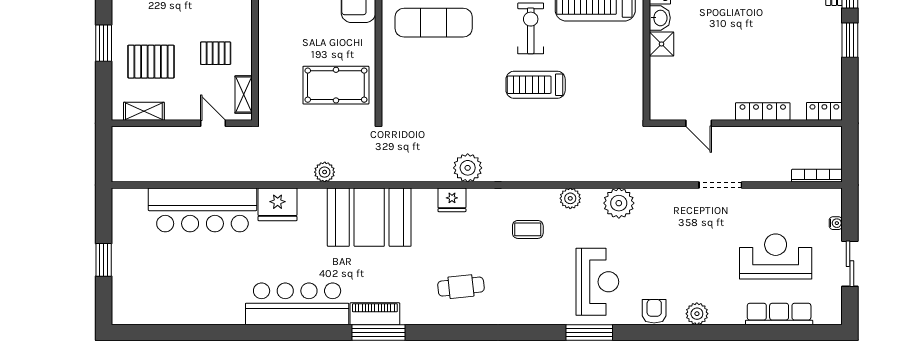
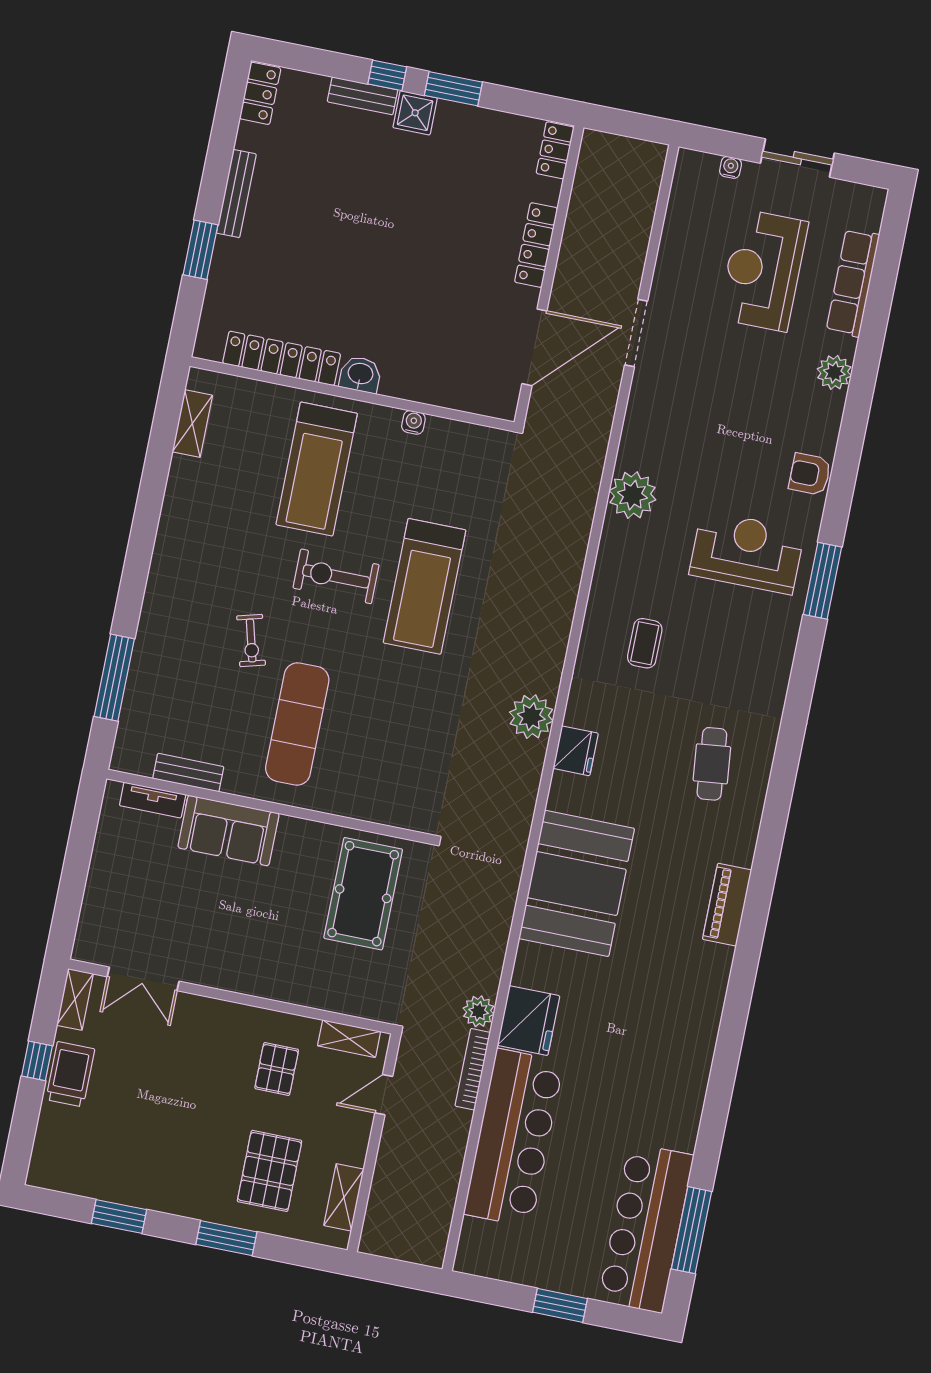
shower: (662, 44) -> (415, 113), moved
water cooler: (637, 57) -> (413, 422), added
treadmill: (536, 85) -> (424, 586), width x1.37, depth x1.38
door: (699, 123) -> (534, 347), width x1.88
plant: (325, 172) -> (479, 1011), moved
bookcase: (817, 176) -> (473, 1069), moved
plant: (570, 198) -> (610, 568), removed
bar counter: (297, 304) -> (646, 1228), moved
plant: (697, 314) -> (834, 372), moved
window: (379, 333) -> (691, 1230), moved

